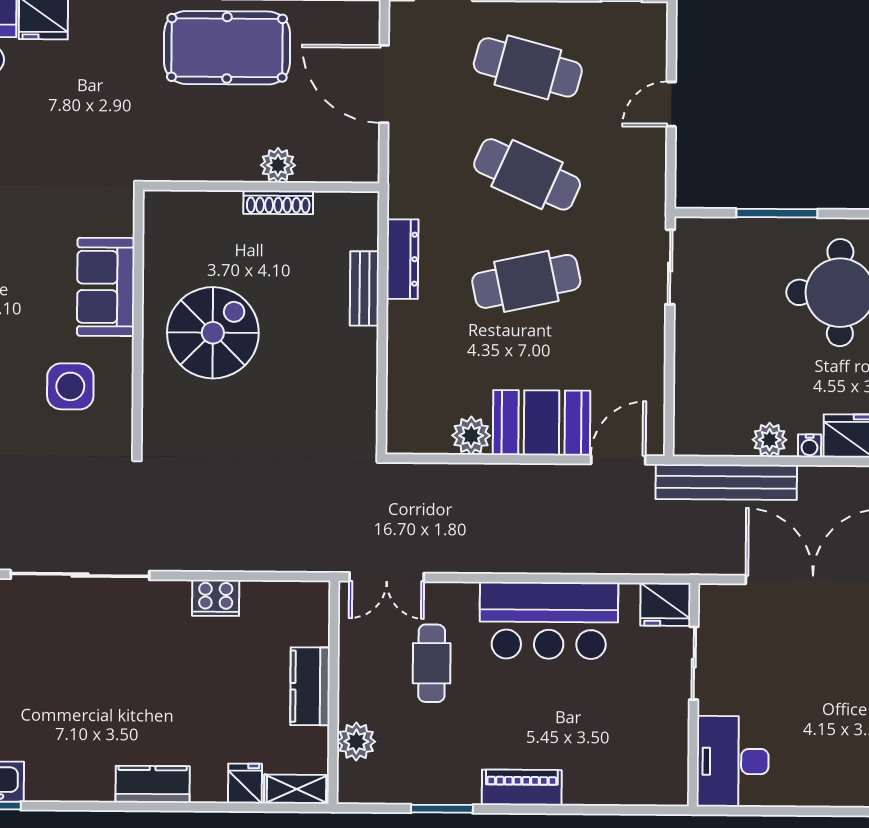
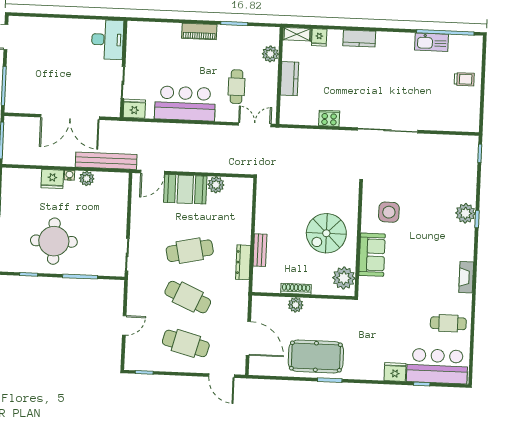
plant: (169, 231) -> (344, 278), added

